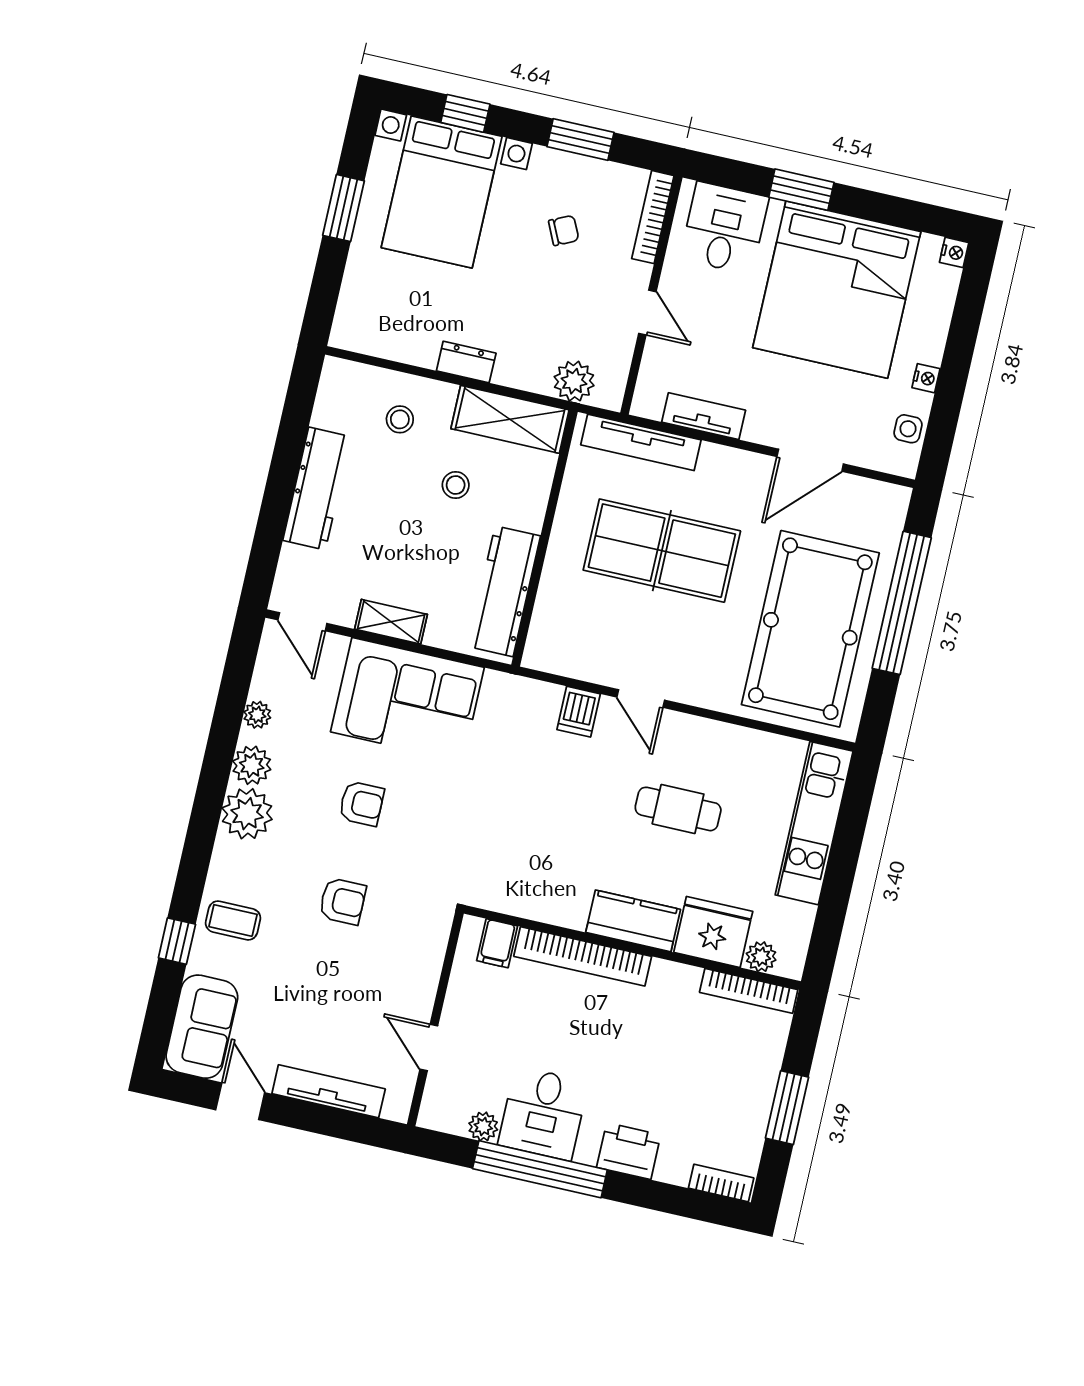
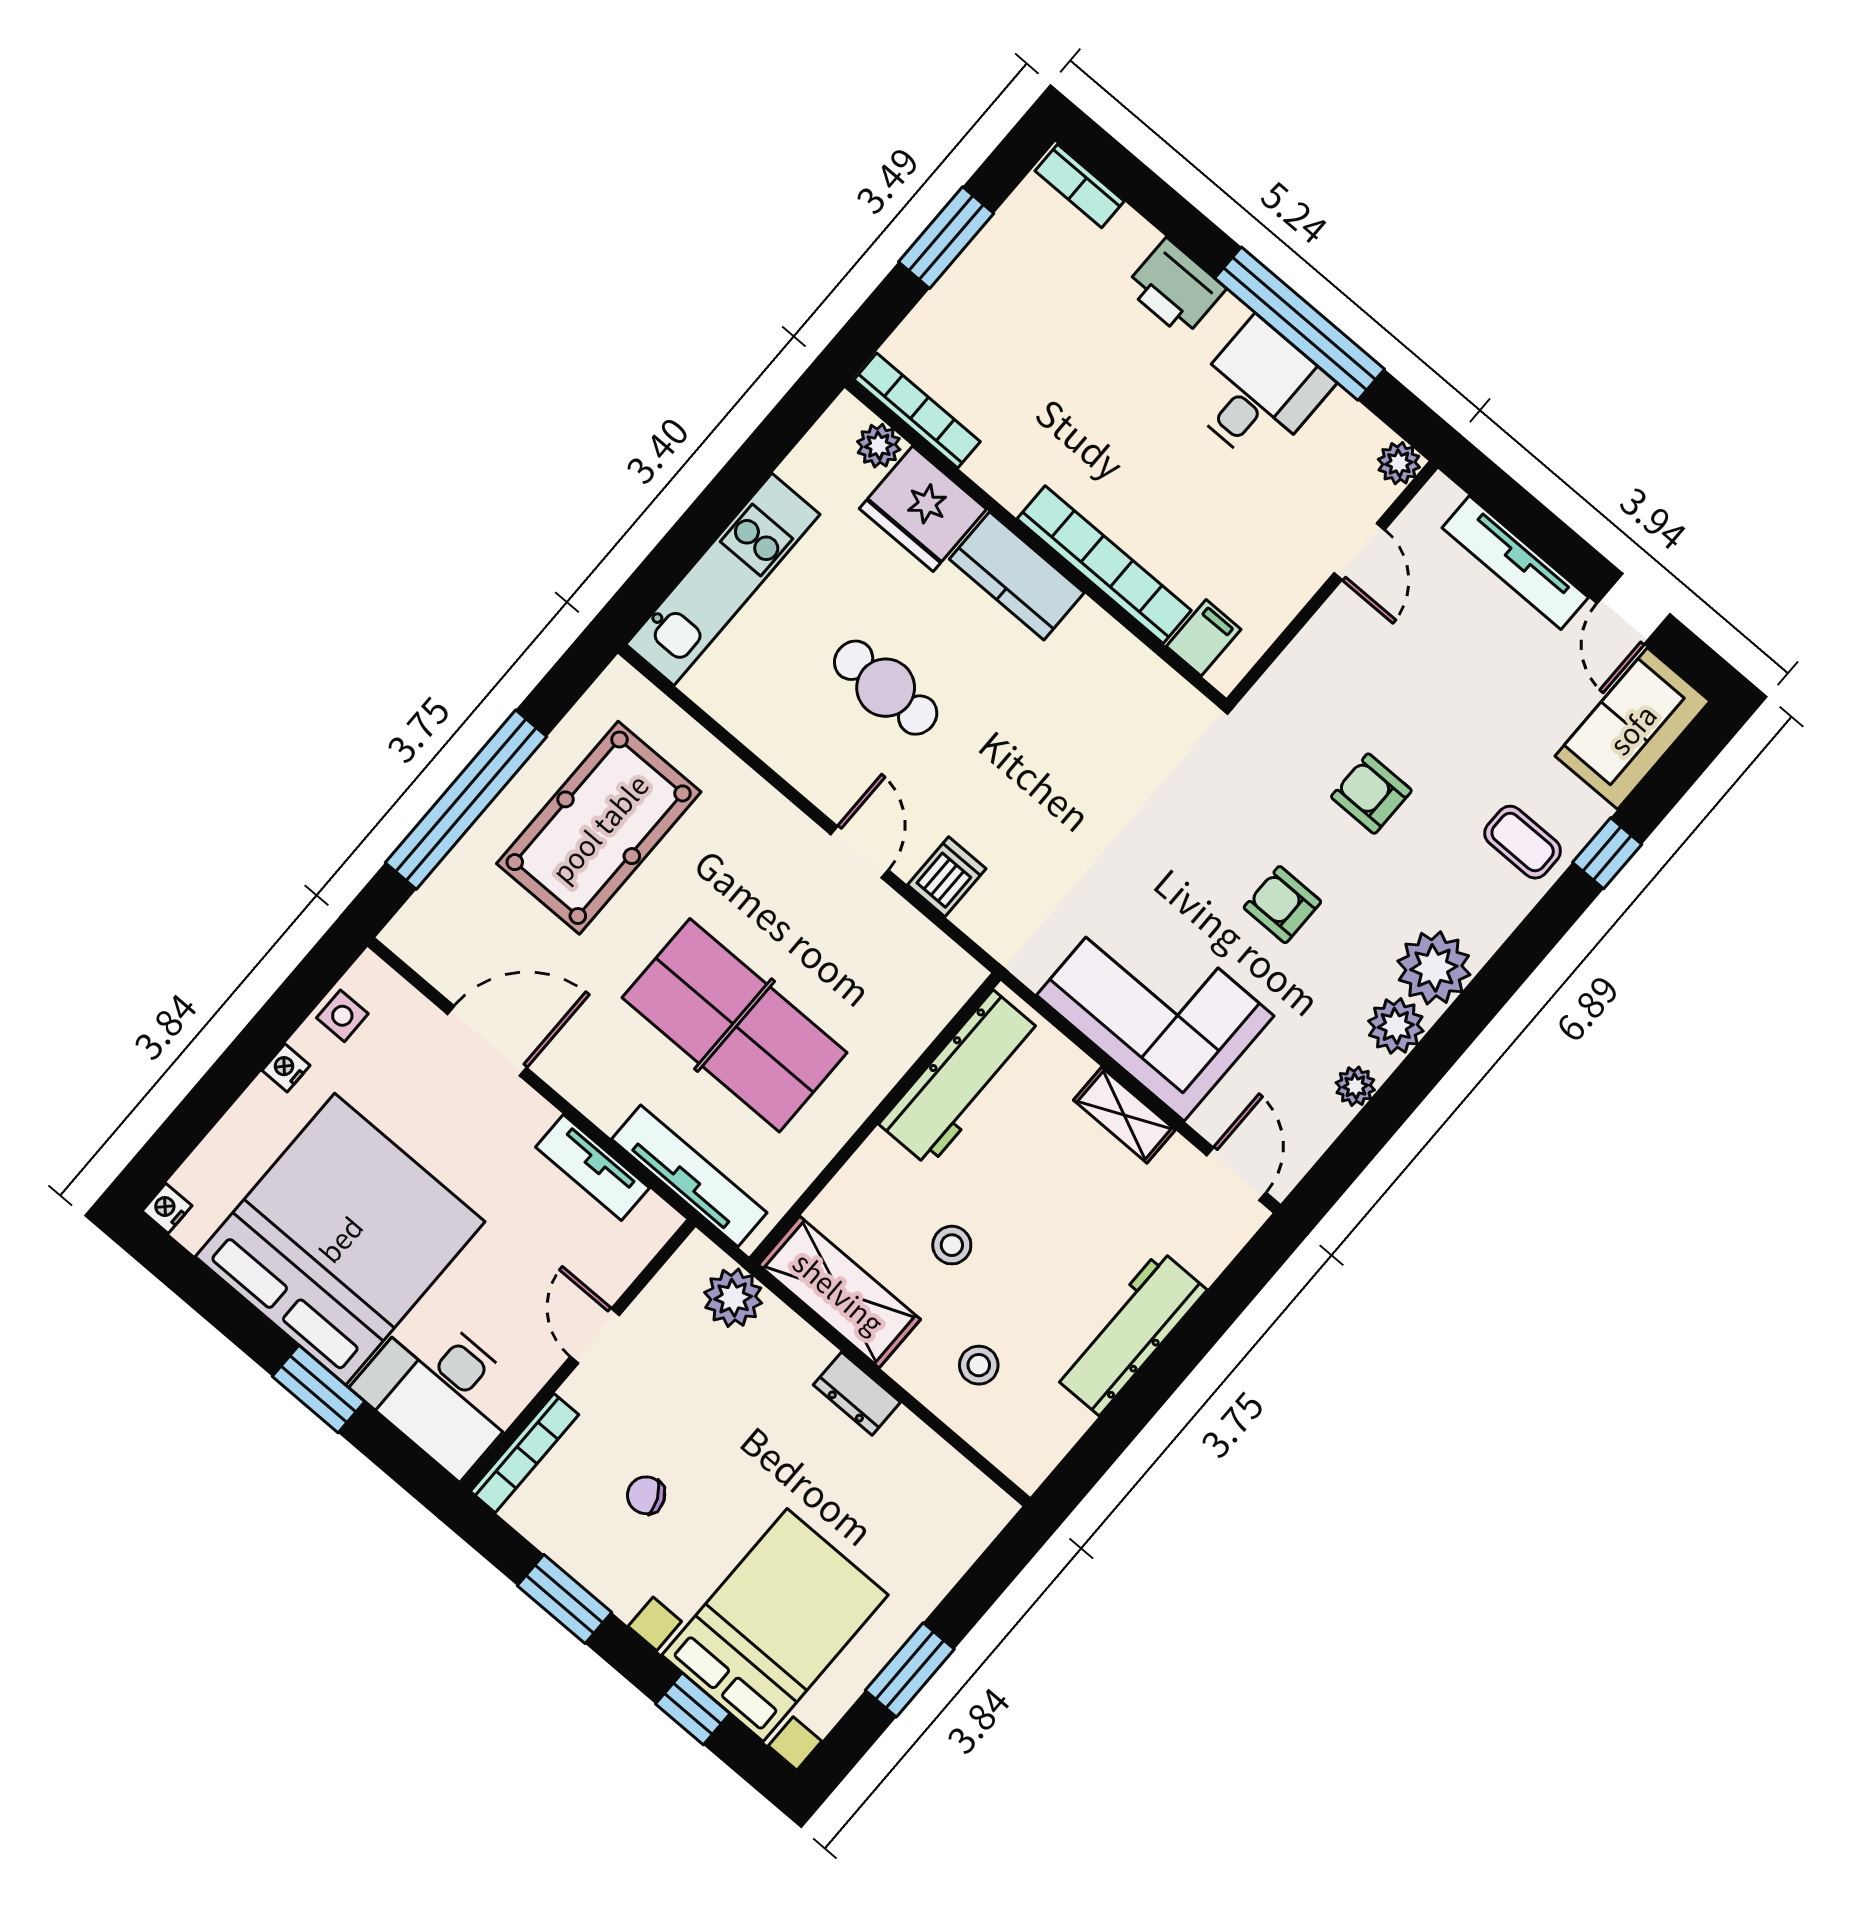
desk: (724, 228) -> (441, 1392), width x1.37
pool table: (810, 629) -> (599, 828), width x0.73, depth x0.76
plant: (483, 1126) -> (1399, 463), moved

